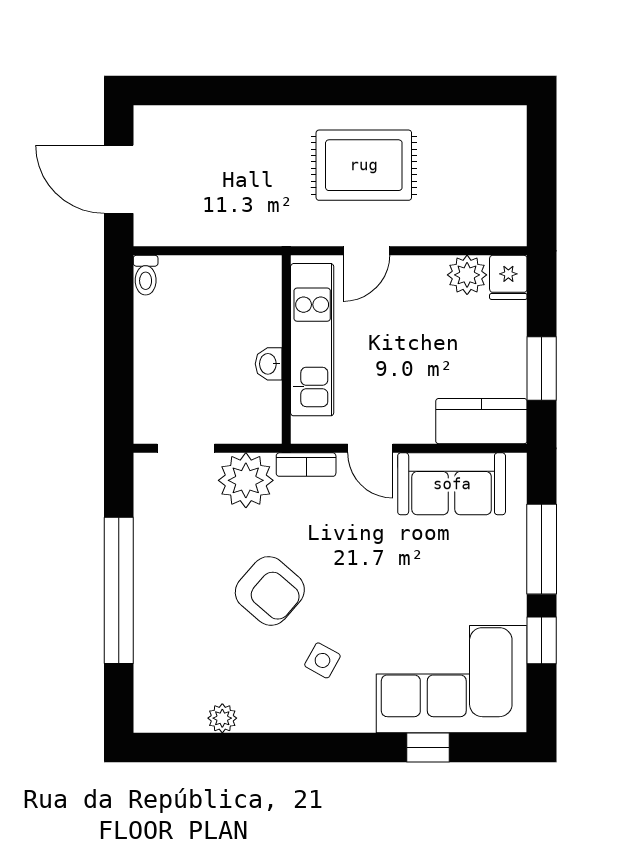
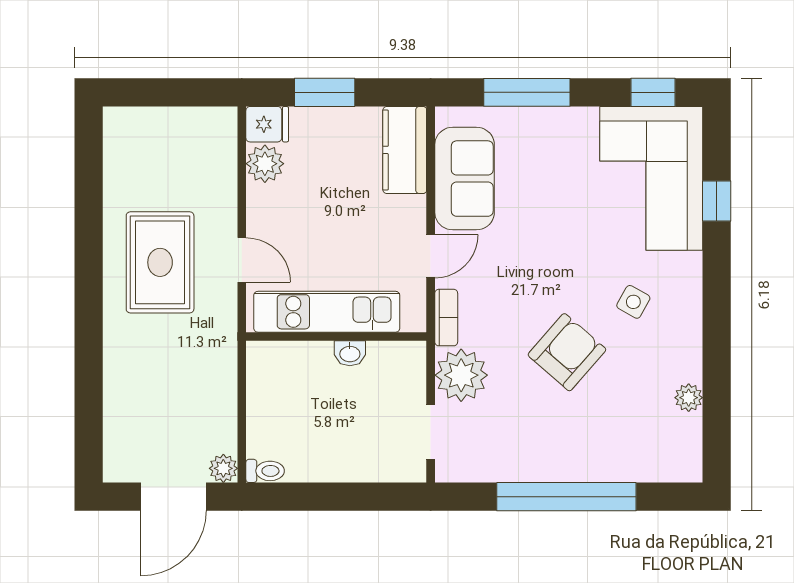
plant: (148, 231) -> (223, 468), added
window: (542, 369) -> (325, 92), moved
window: (542, 640) -> (653, 92), moved

